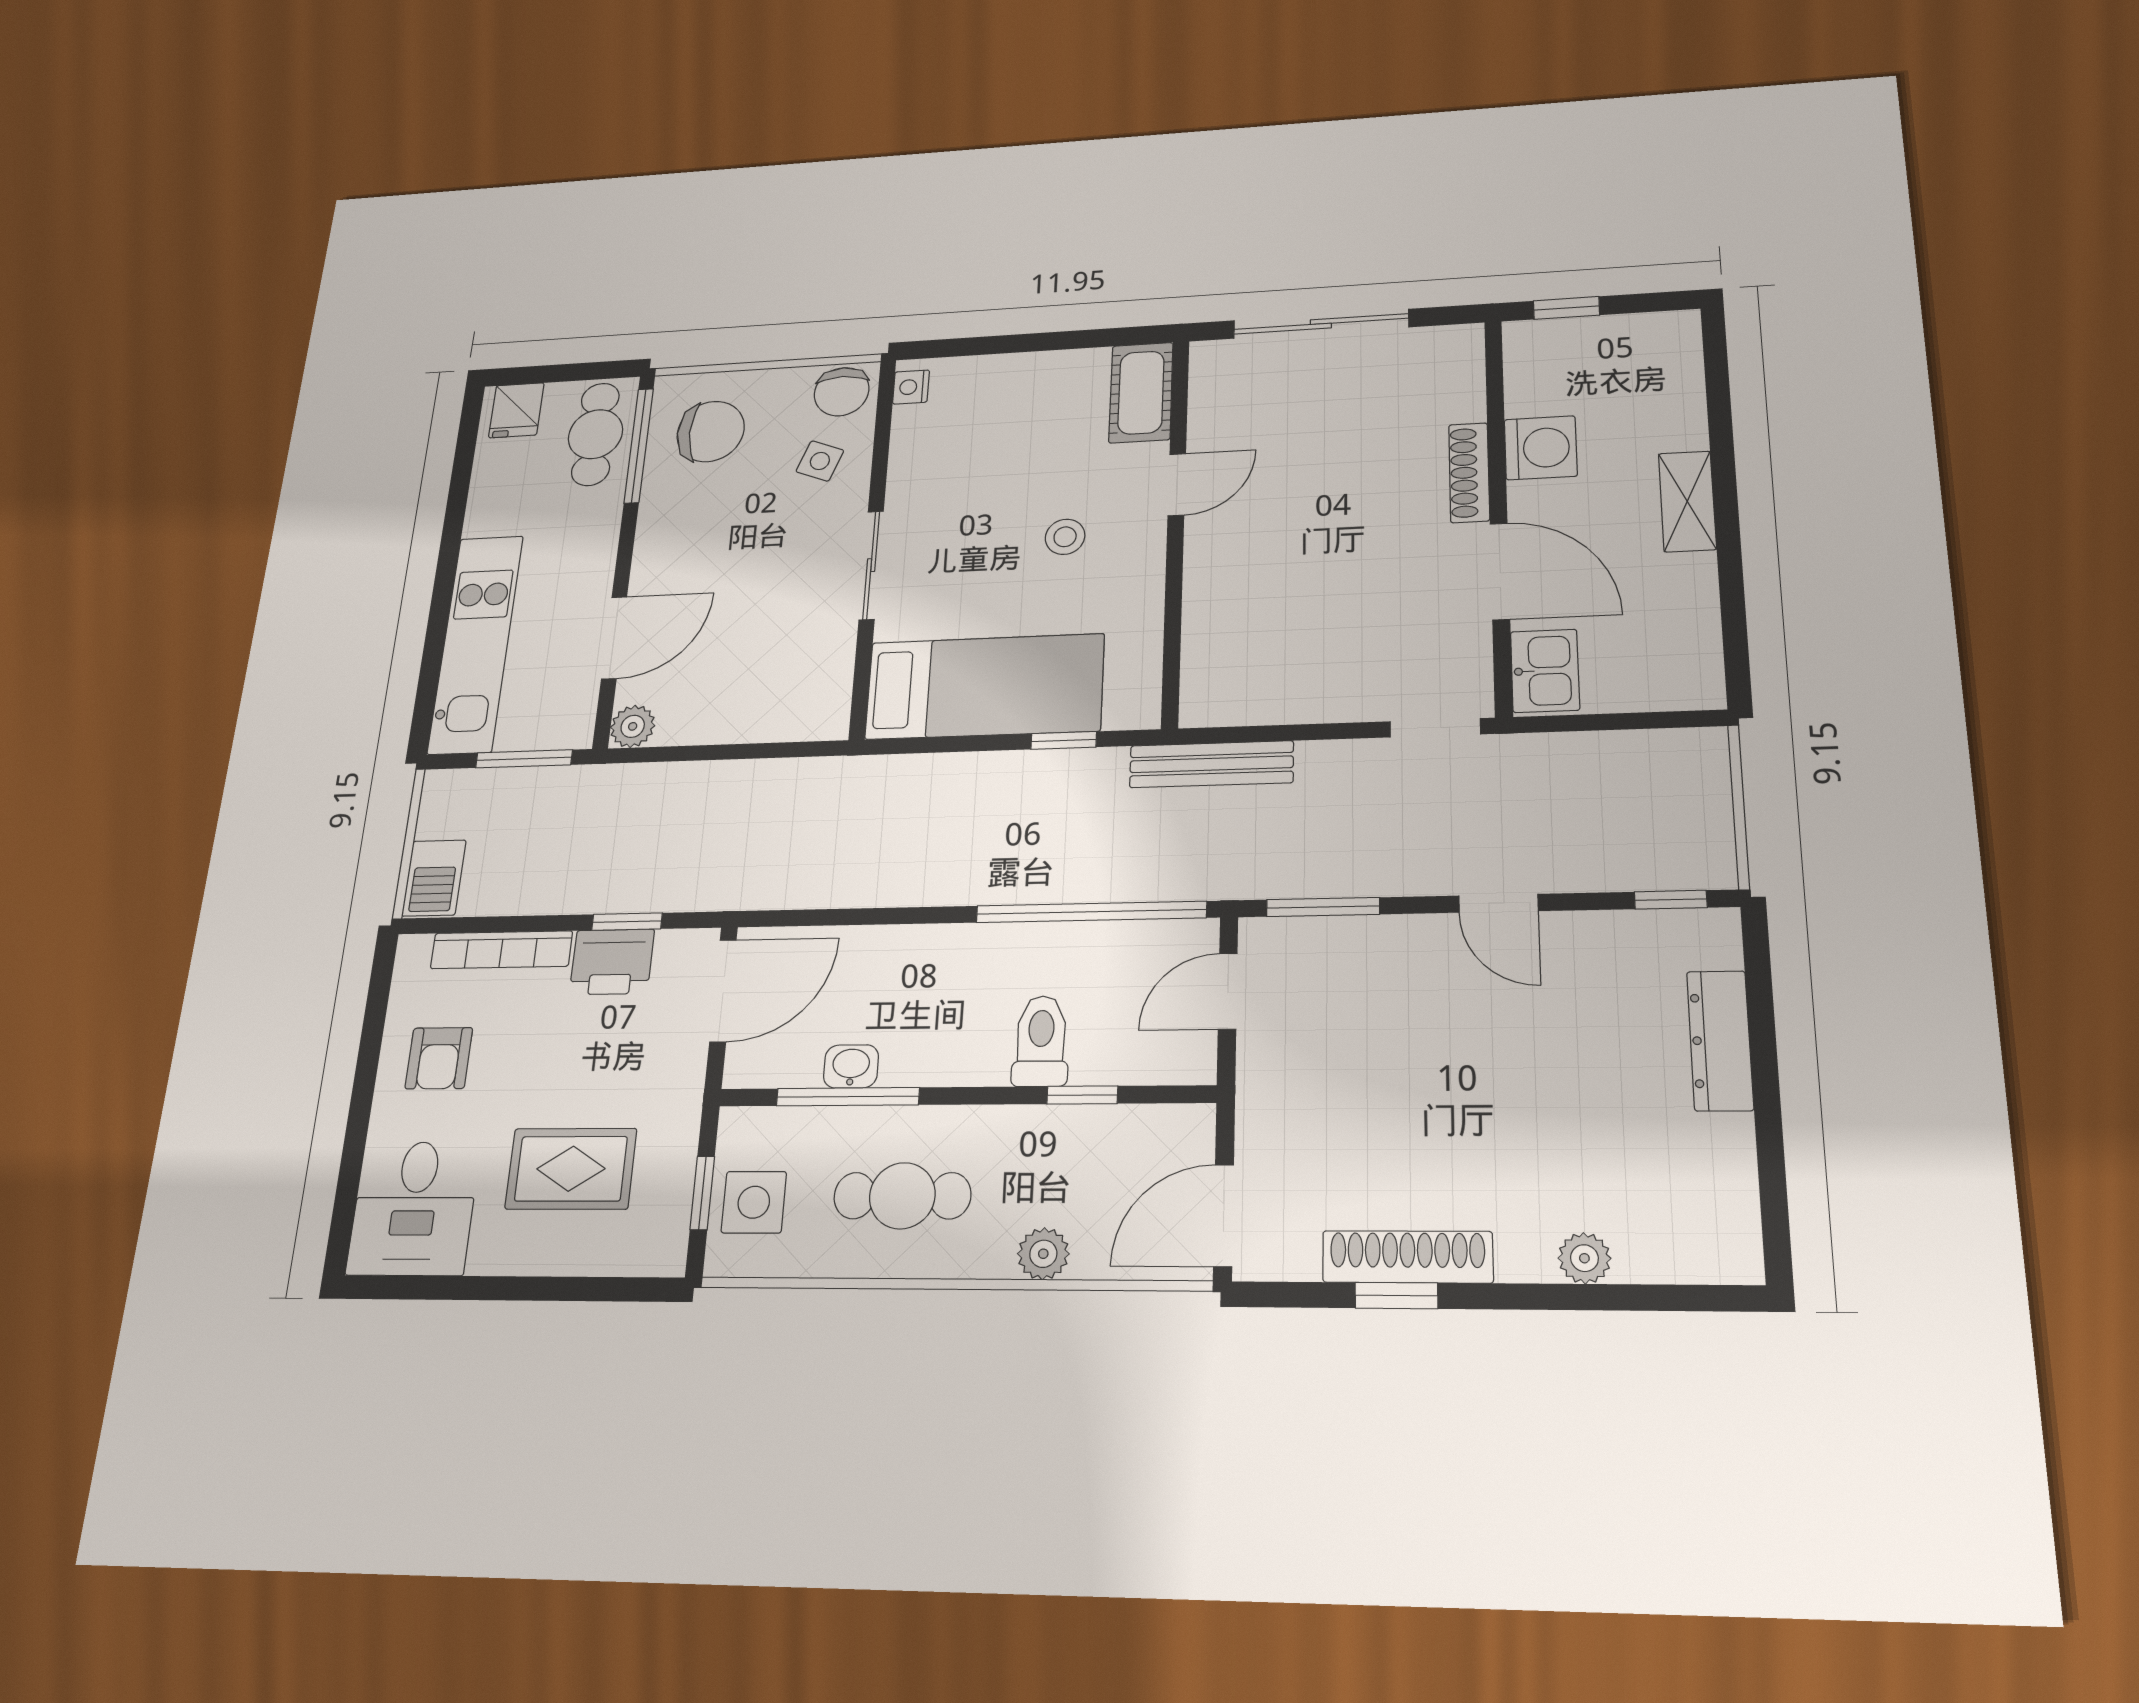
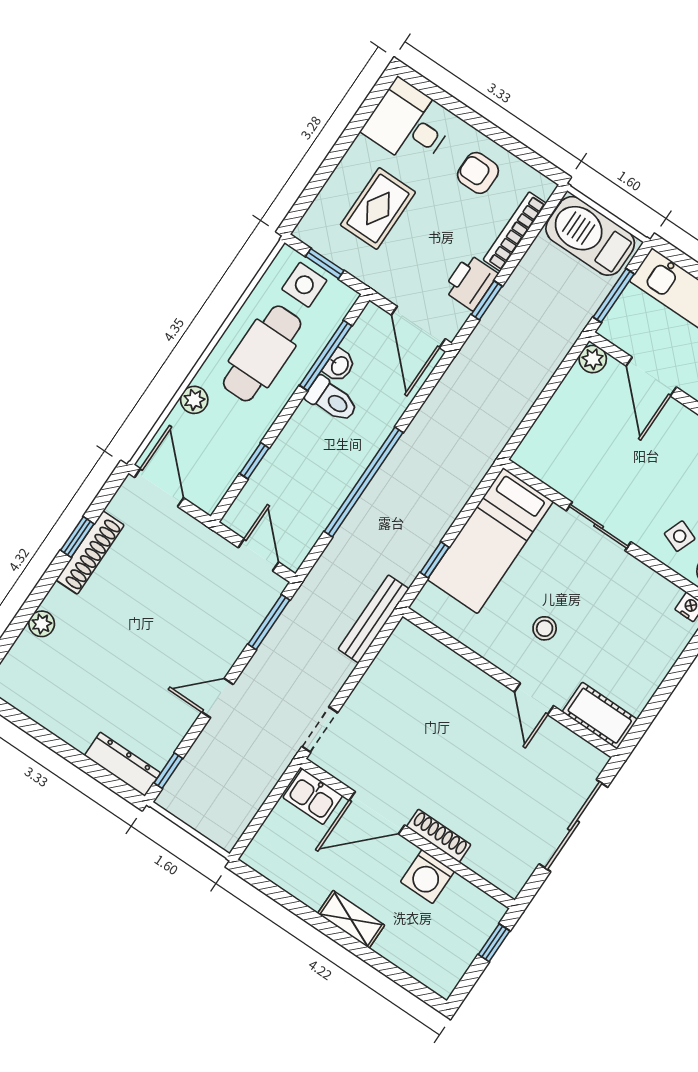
barbecue: (434, 878) -> (590, 236), width x1.88, depth x1.53
window: (1091, 912) -> (364, 482), moved
dresser: (1720, 1040) -> (122, 764), moved
toilet: (1041, 1041) -> (332, 400), moved
cafe table: (902, 1196) -> (262, 353), width x1.37, depth x1.35

